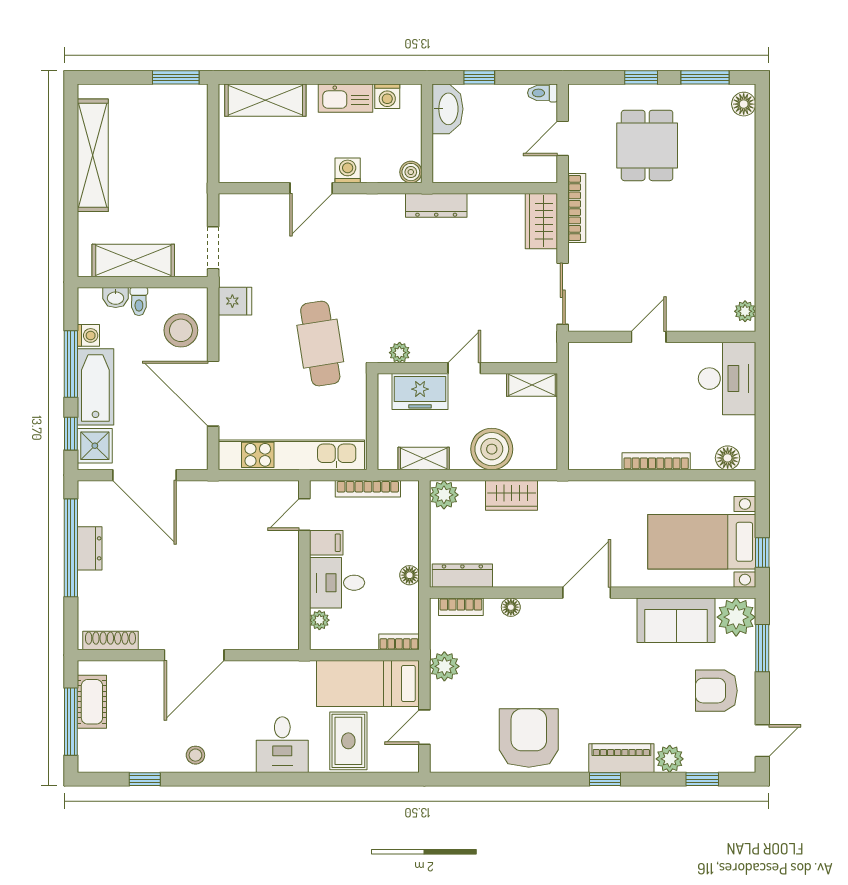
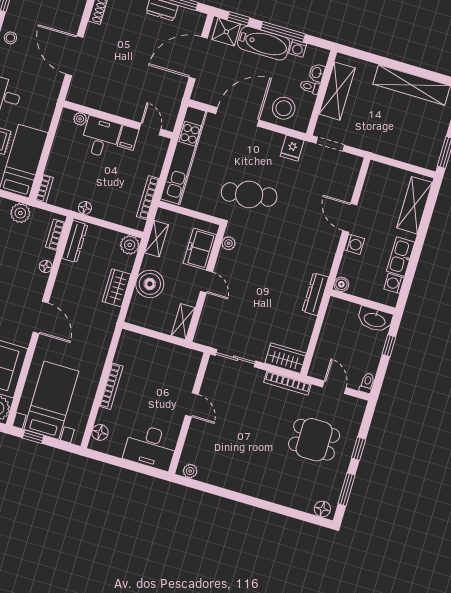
door: (304, 514) -> (150, 129), moved
filing cabinet: (326, 543) -> (128, 138), moved
wall: (304, 565) -> (118, 120), moved
desk: (337, 583) -> (101, 137), moved
plant: (319, 620) -> (80, 119), moved

